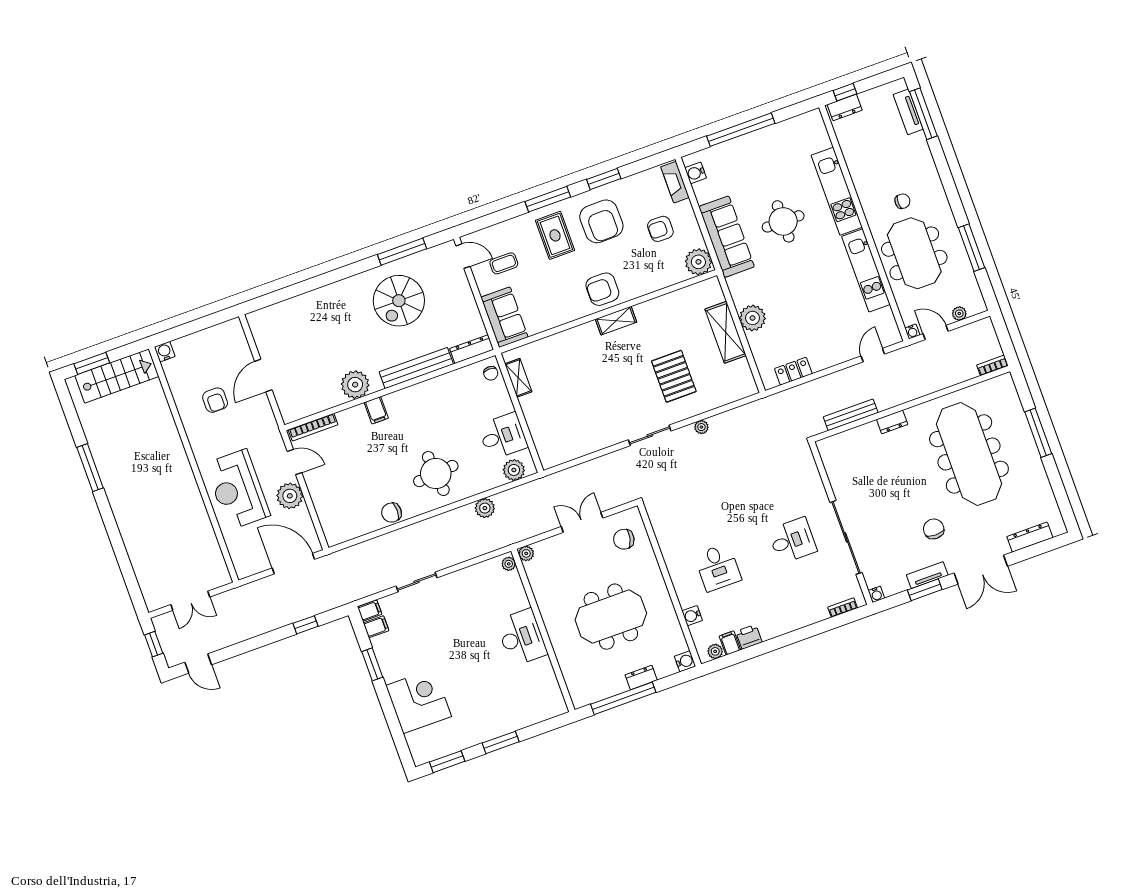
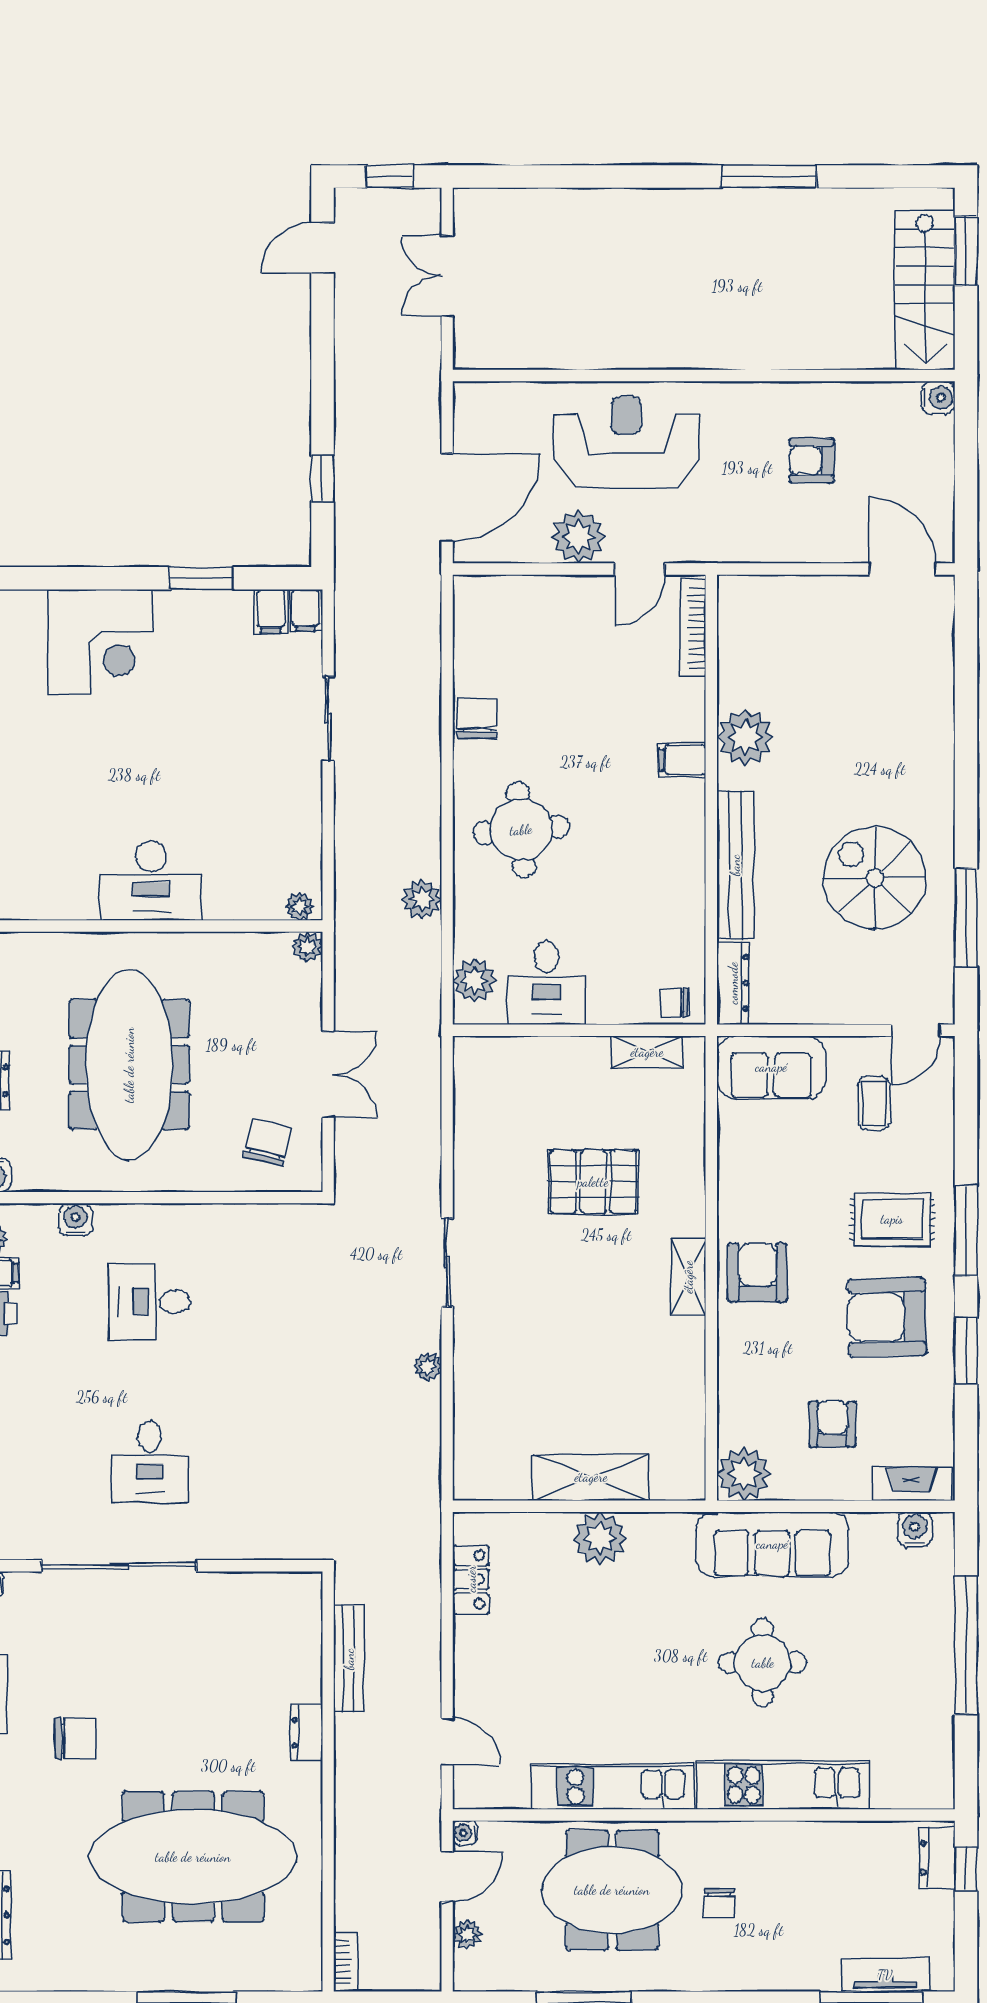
door: (263, 376) -> (902, 569), moved
pallet: (674, 376) -> (593, 1182), moved
meeting table: (611, 617) -> (129, 1065), width x1.36

